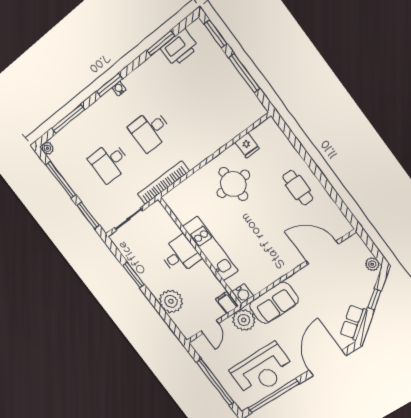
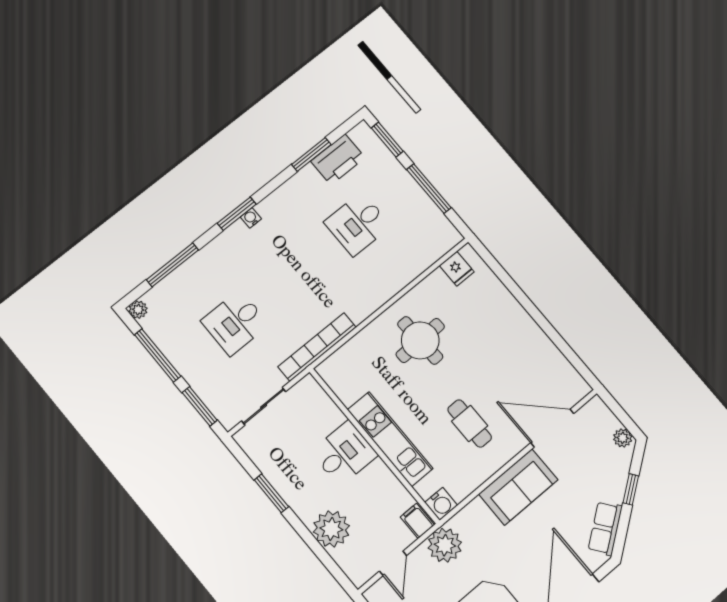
desk: (150, 130) -> (358, 224), moved
fridge: (247, 145) -> (457, 269), moved
cafe table: (298, 188) -> (470, 424), moved
sofa: (274, 303) -> (518, 487), moved

